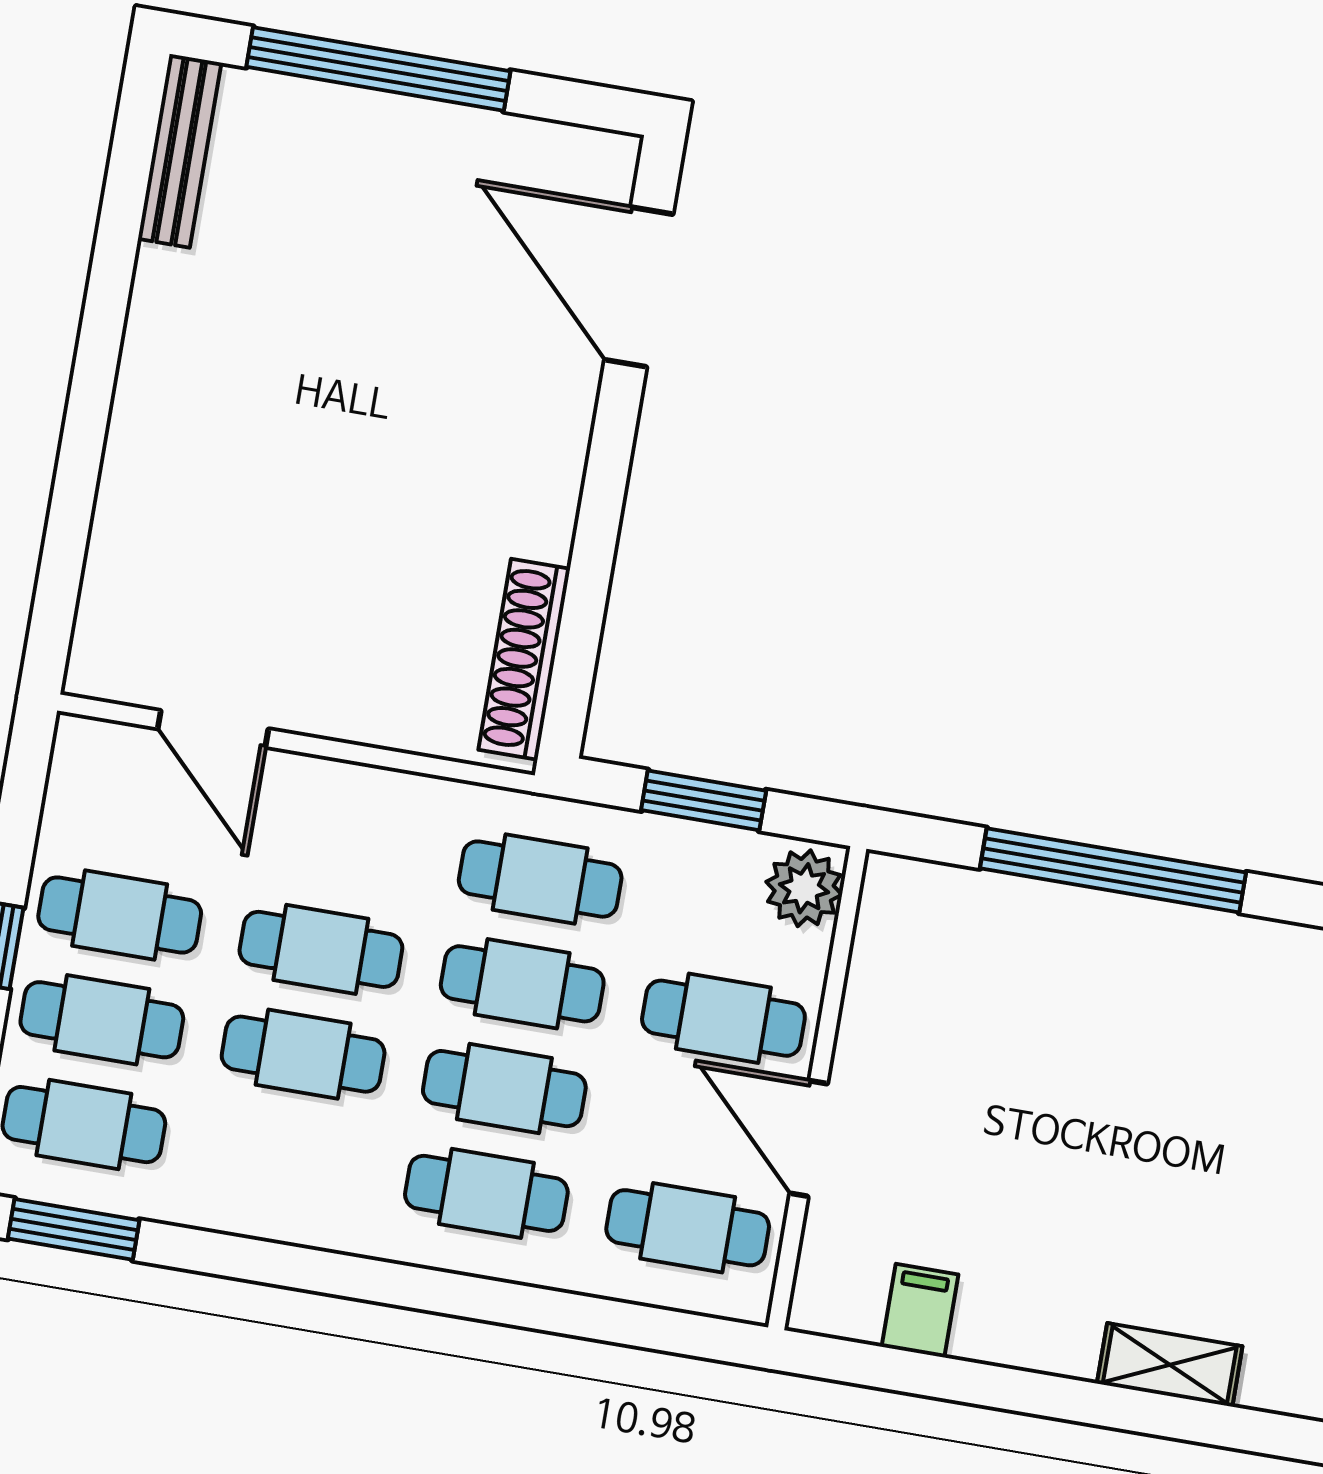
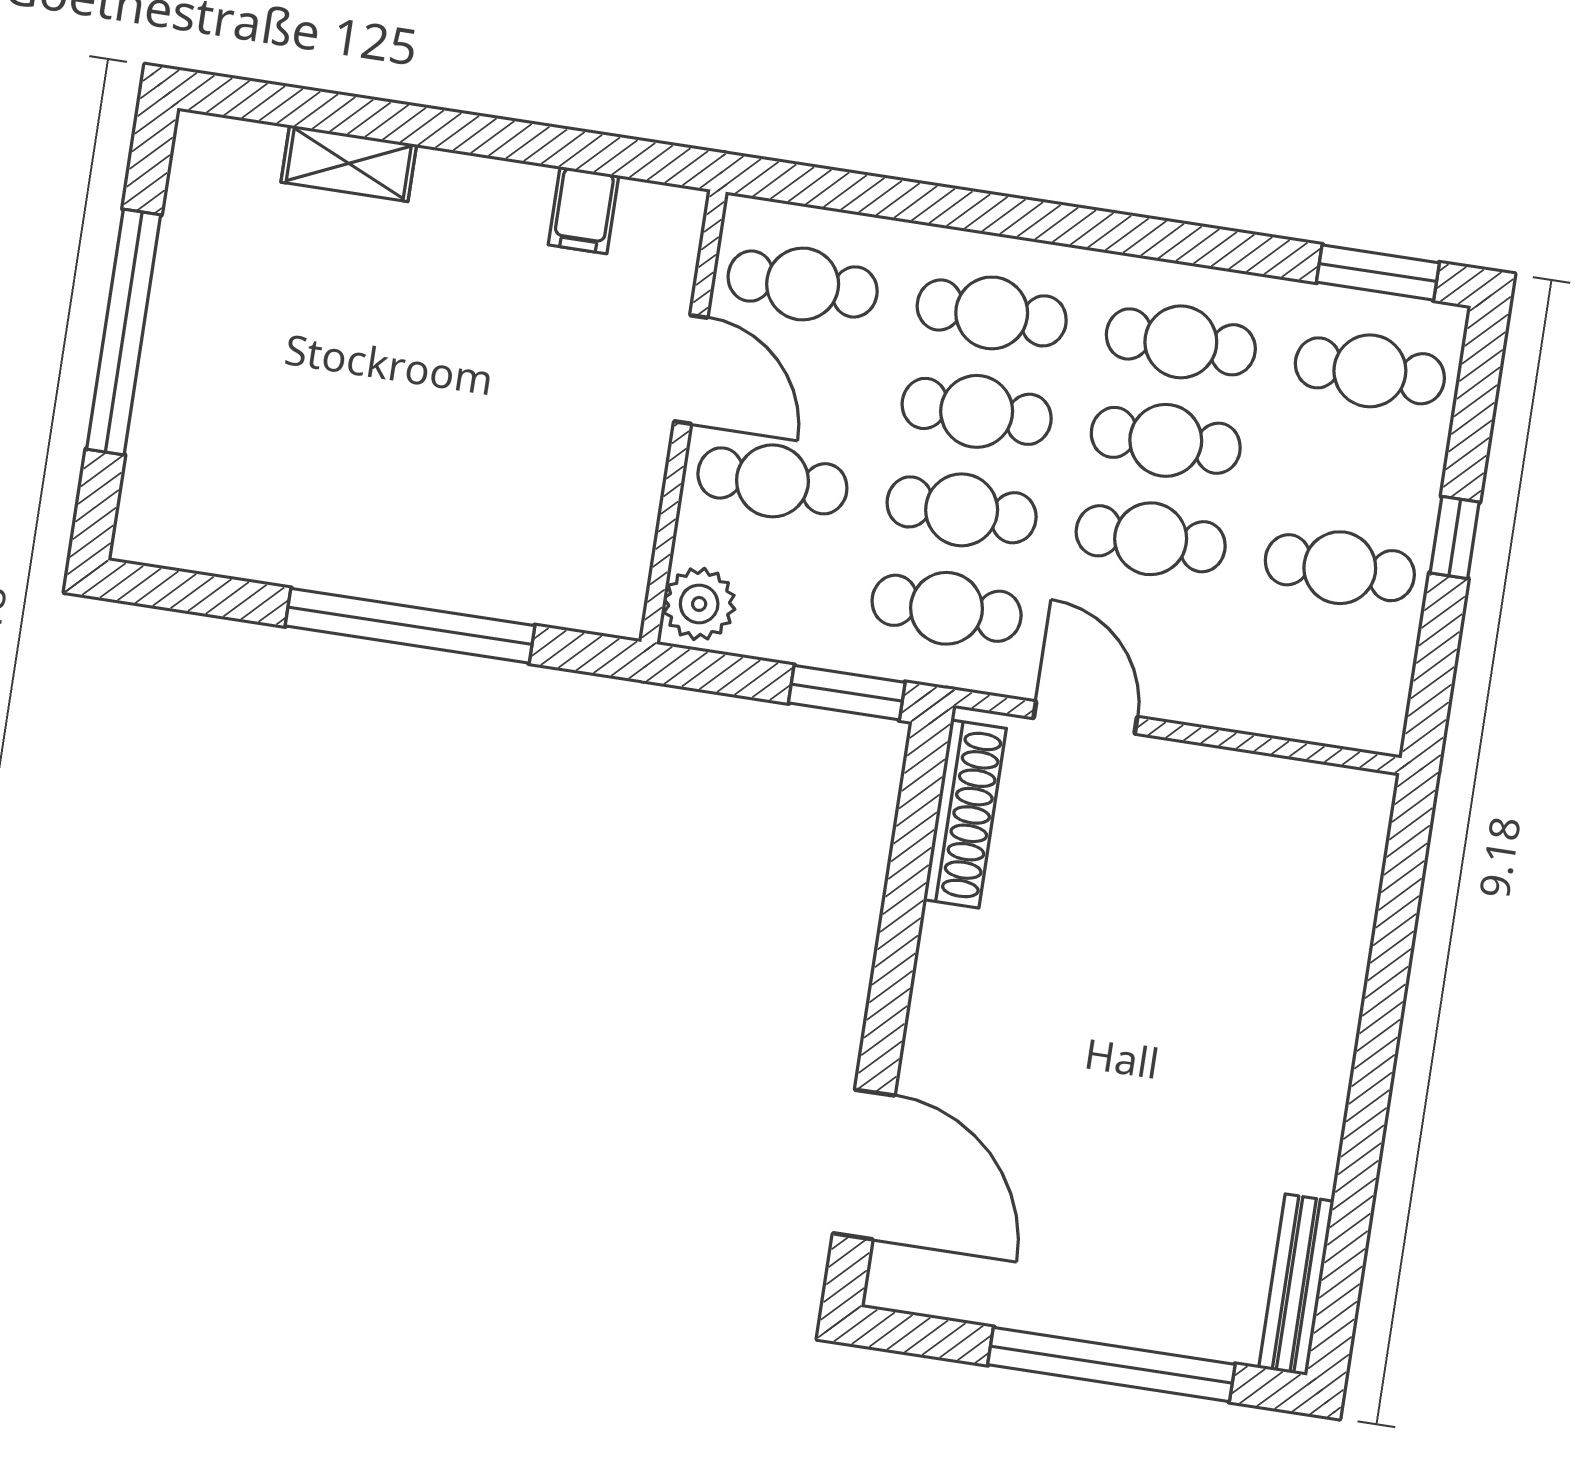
door: (213, 729) -> (1085, 718), moved
window: (704, 800) -> (847, 693), moved
cafe table: (102, 1020) -> (1181, 342), moved

